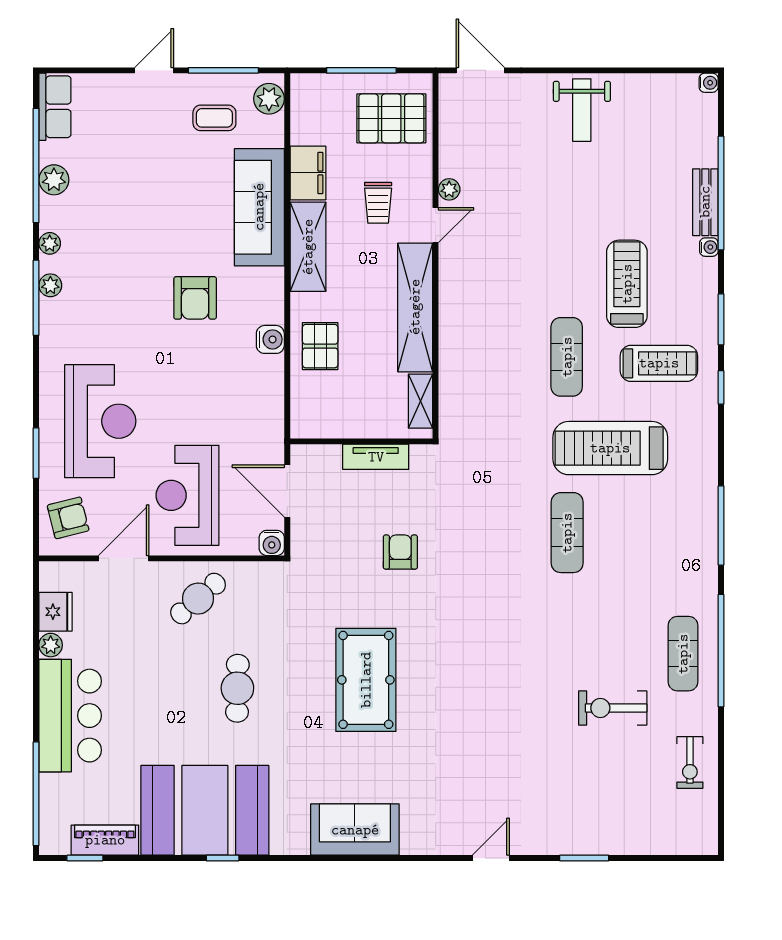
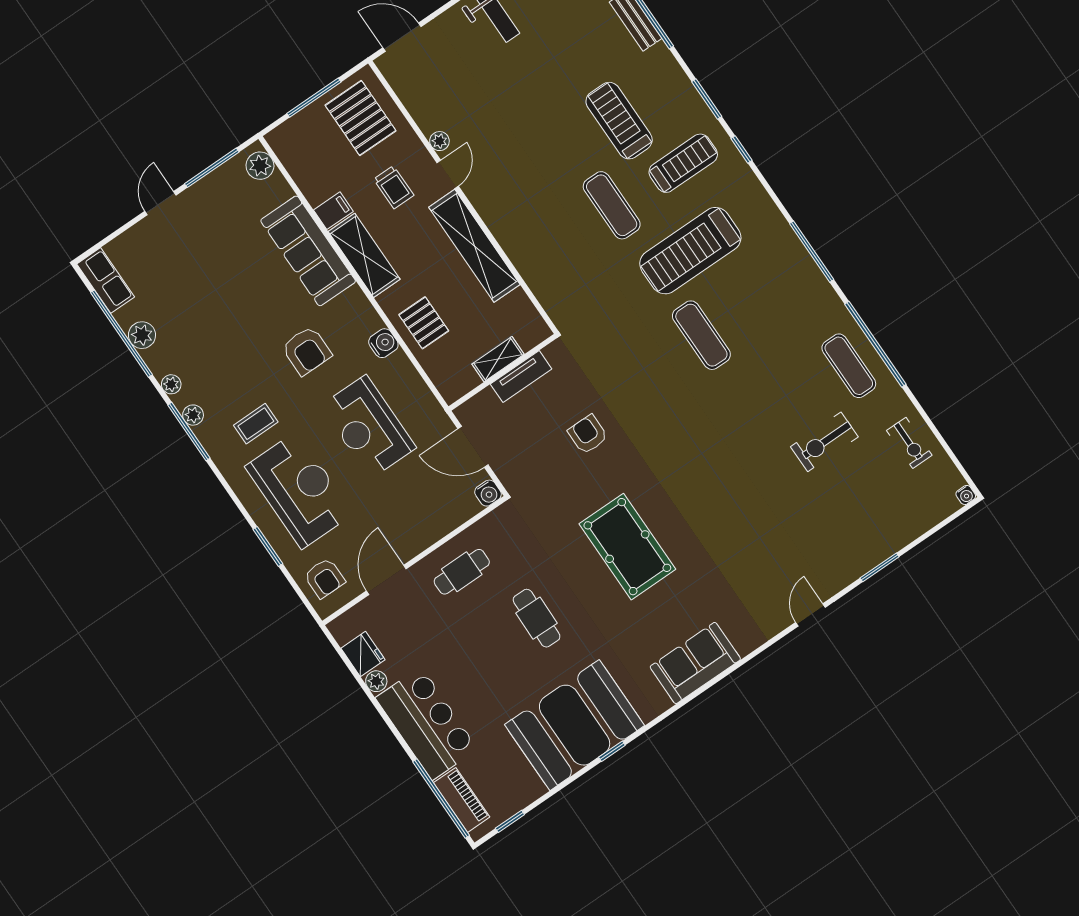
coffee table: (214, 118) -> (256, 424), moved
pallet: (391, 118) -> (361, 118), turned 90
filing cabinet: (308, 173) -> (333, 211), width x0.50
water cooler: (709, 247) -> (966, 495), moved, turned 90
shelving: (421, 401) -> (498, 359), moved, turned 90
reception desk: (187, 495) -> (368, 427), moved
armchair: (68, 518) -> (325, 578), turned 104
cafe table: (198, 599) -> (462, 572), turned 41
piano: (105, 840) -> (462, 800), moved, turned 90

